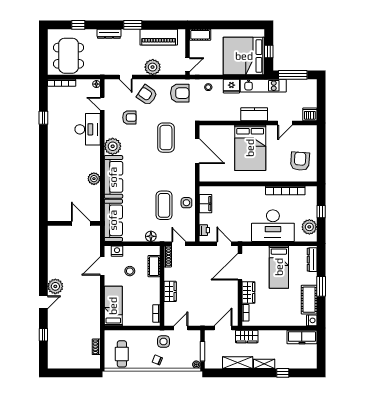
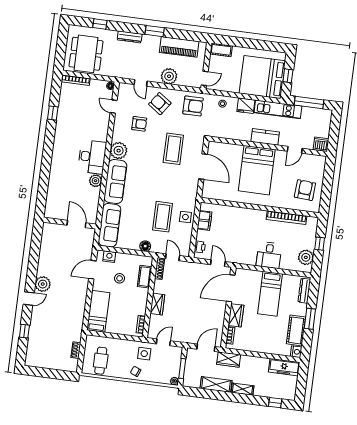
desk: (88, 129) -> (92, 157), moved
desk: (273, 226) -> (269, 255), width x0.53, depth x0.77
window: (283, 373) -> (275, 403), moved

